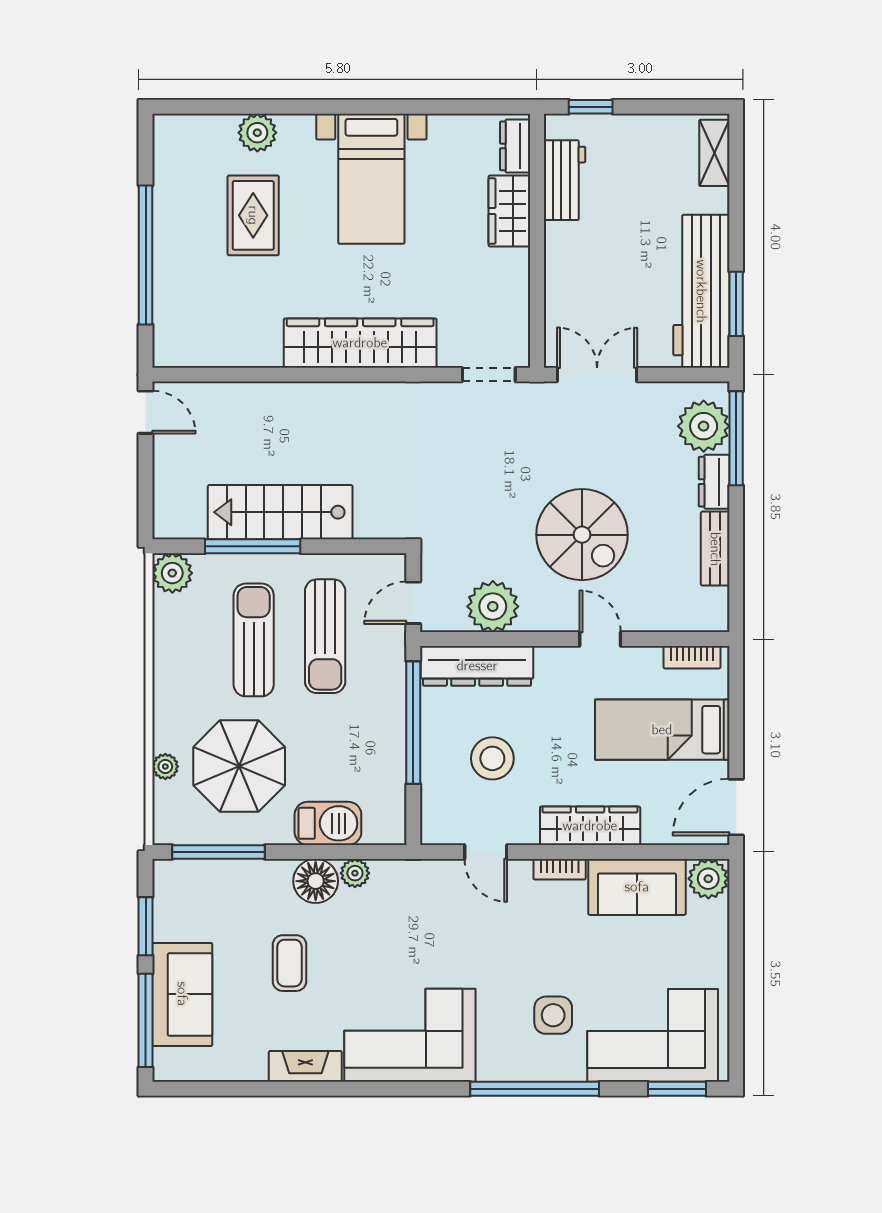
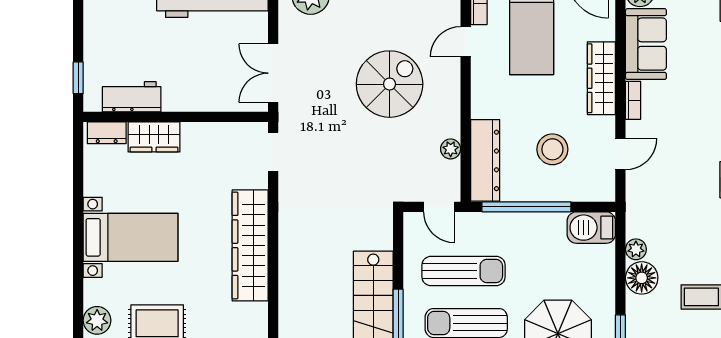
plant: (493, 606) -> (451, 149), width x0.53, depth x0.53
door: (600, 639) -> (466, 42), moved
barbecue: (328, 823) -> (591, 228), moved, turned -90

